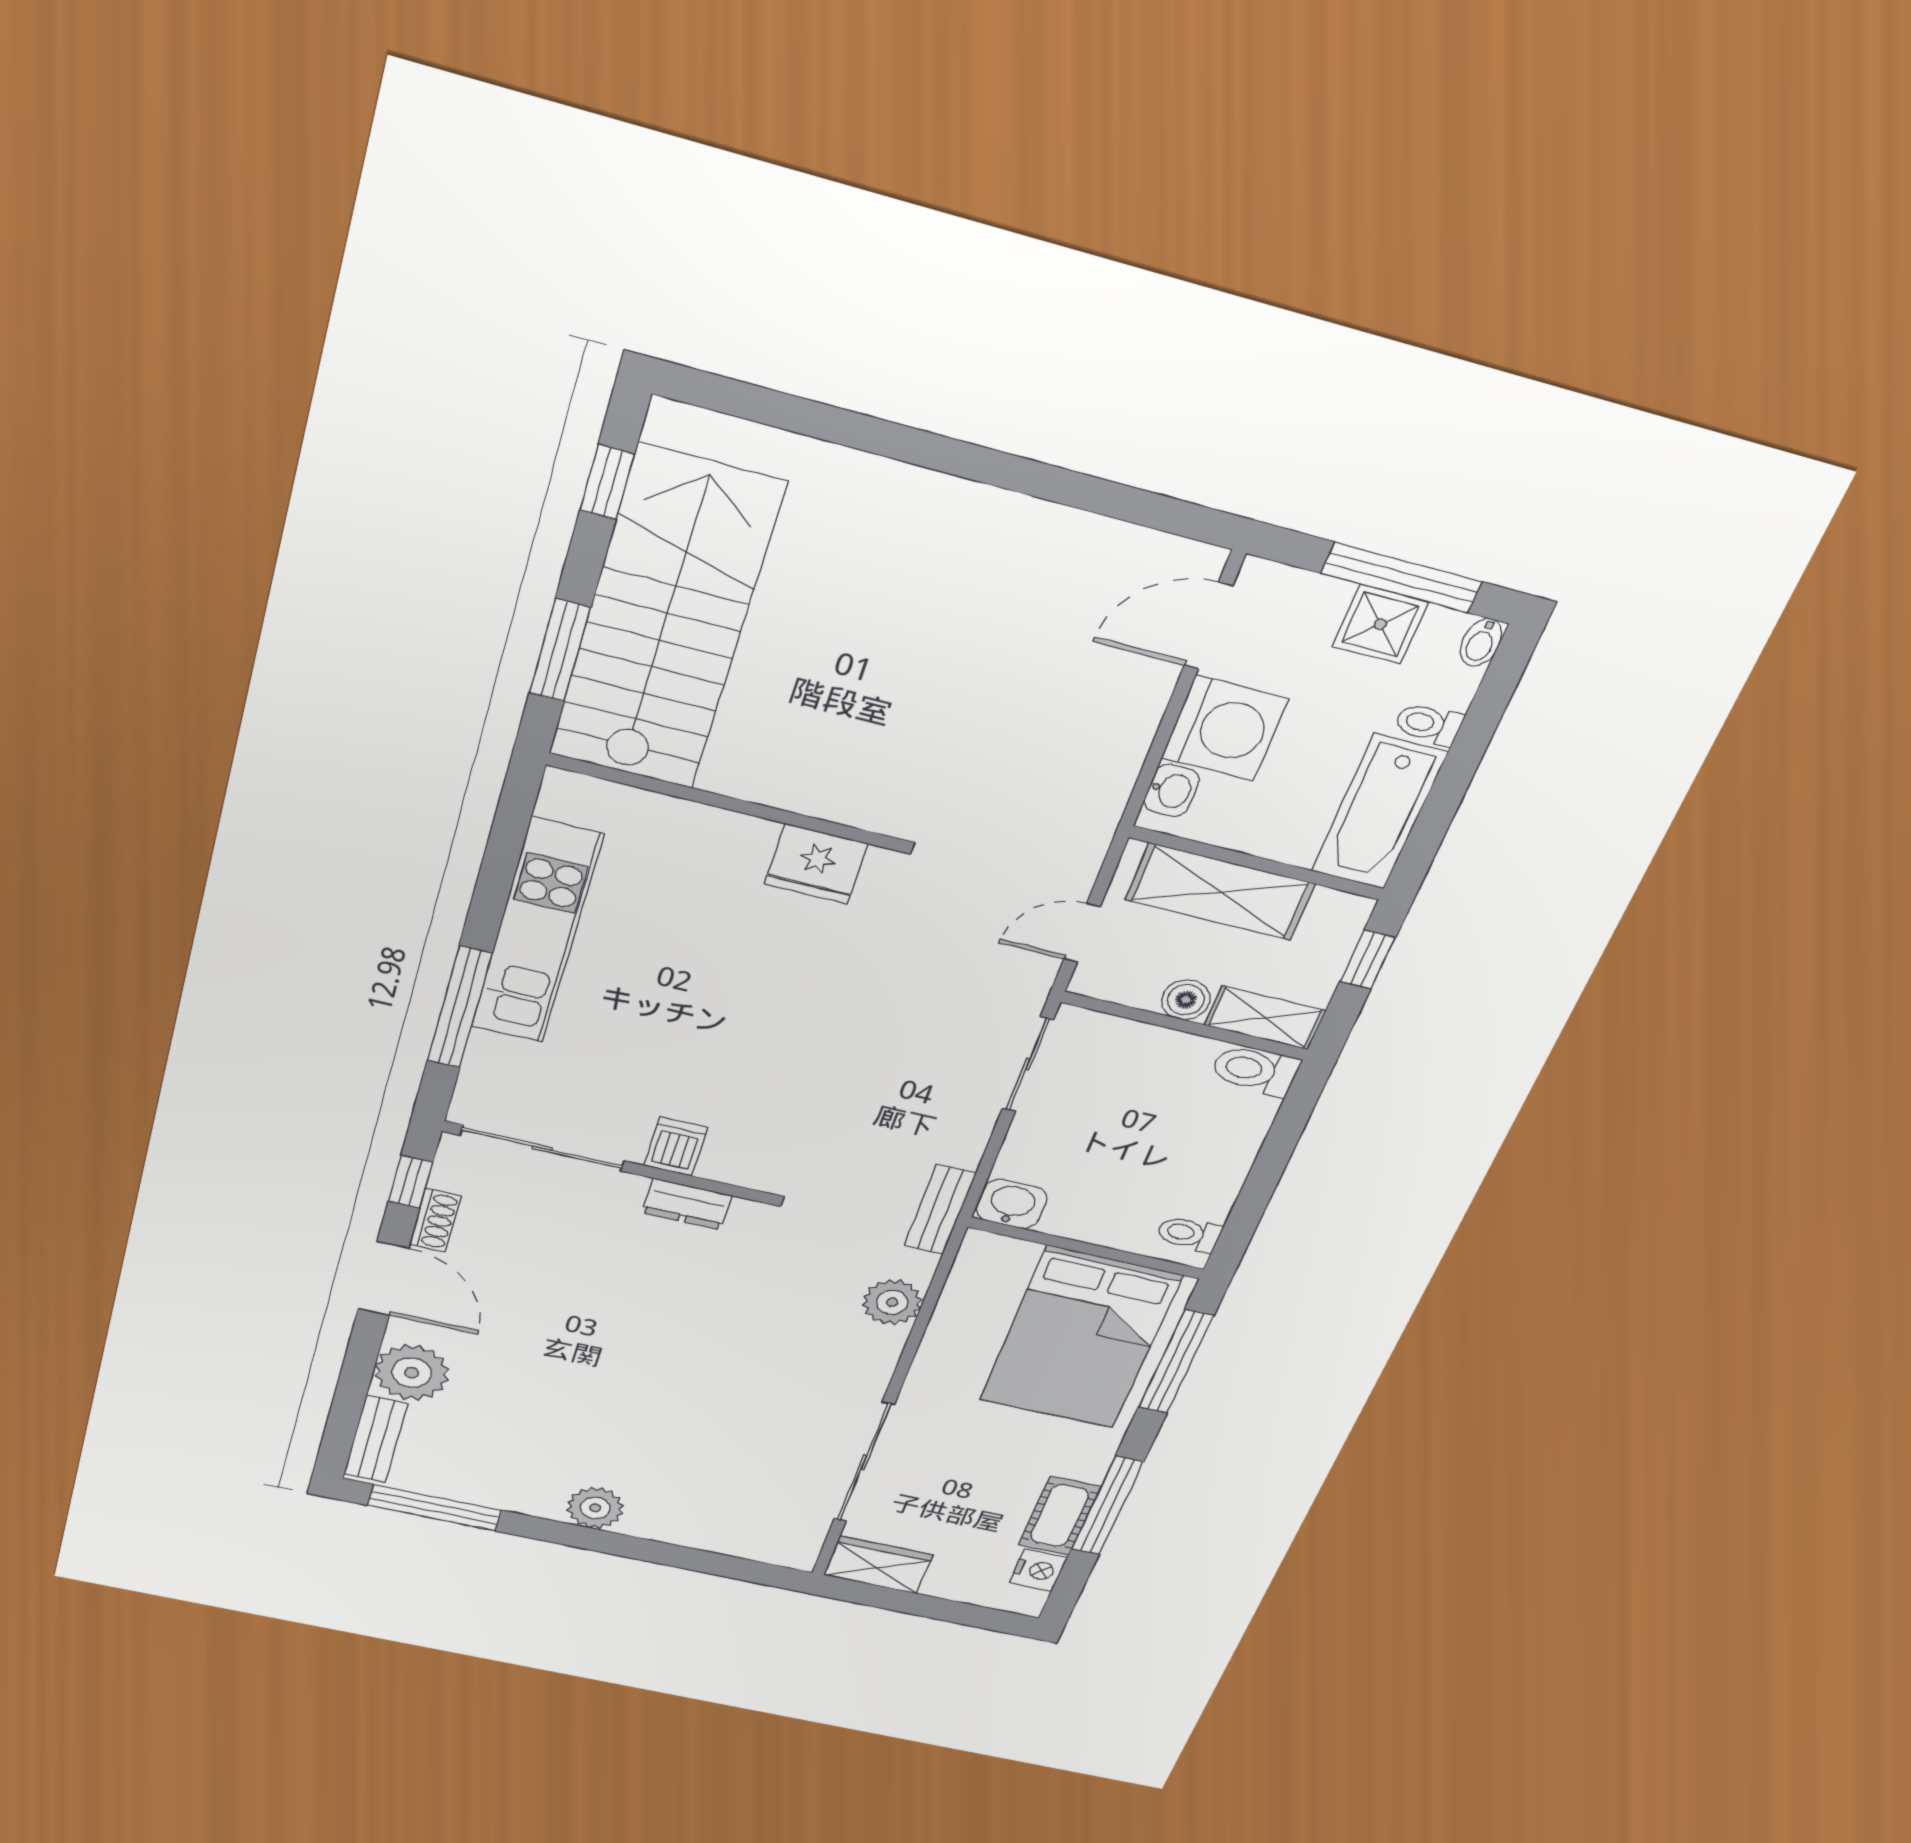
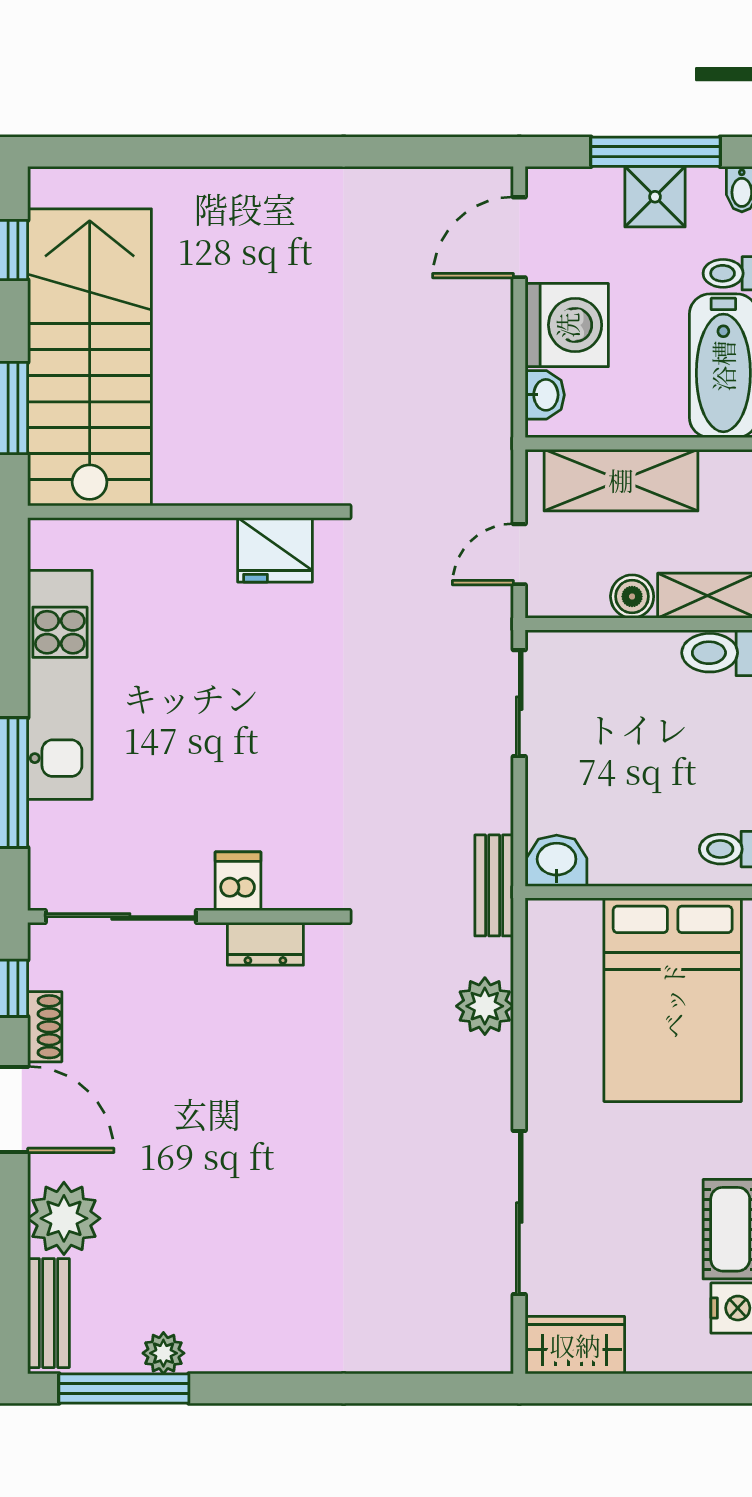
plant: (595, 1508) -> (163, 1353), moved, width x0.73, depth x0.73

